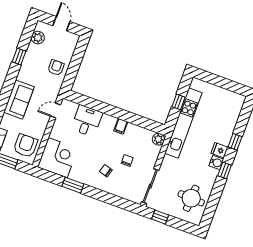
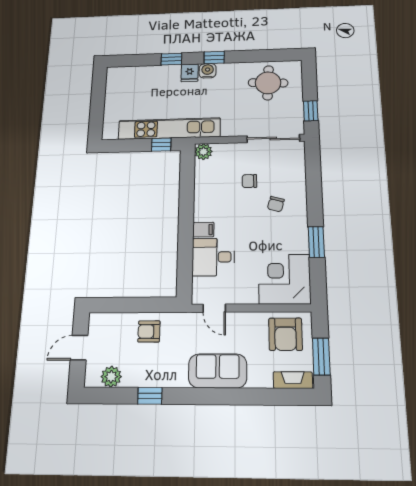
window: (178, 102) -> (161, 145), moved
filing cabinet: (121, 126) -> (203, 230), moved
armchair: (26, 146) -> (285, 334), turned -90

